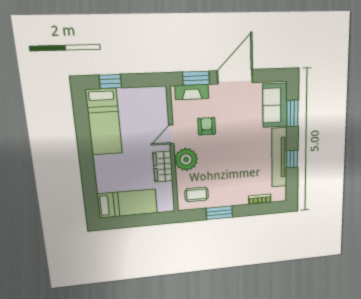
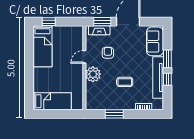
window: (292, 113) -> (167, 59), moved
wardrobe: (163, 167) -> (77, 78), removed
coffee table: (197, 194) -> (125, 82), moved

